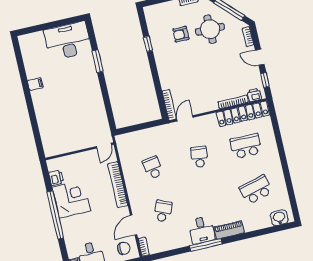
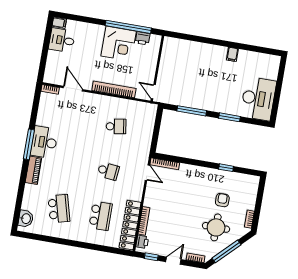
window: (107, 100) -> (192, 111), added
school desk: (163, 211) -> (74, 119), removed
window: (55, 215) -> (128, 27), moved
desk: (202, 230) -> (44, 142), width x1.37
chair: (124, 248) -> (56, 71), removed

